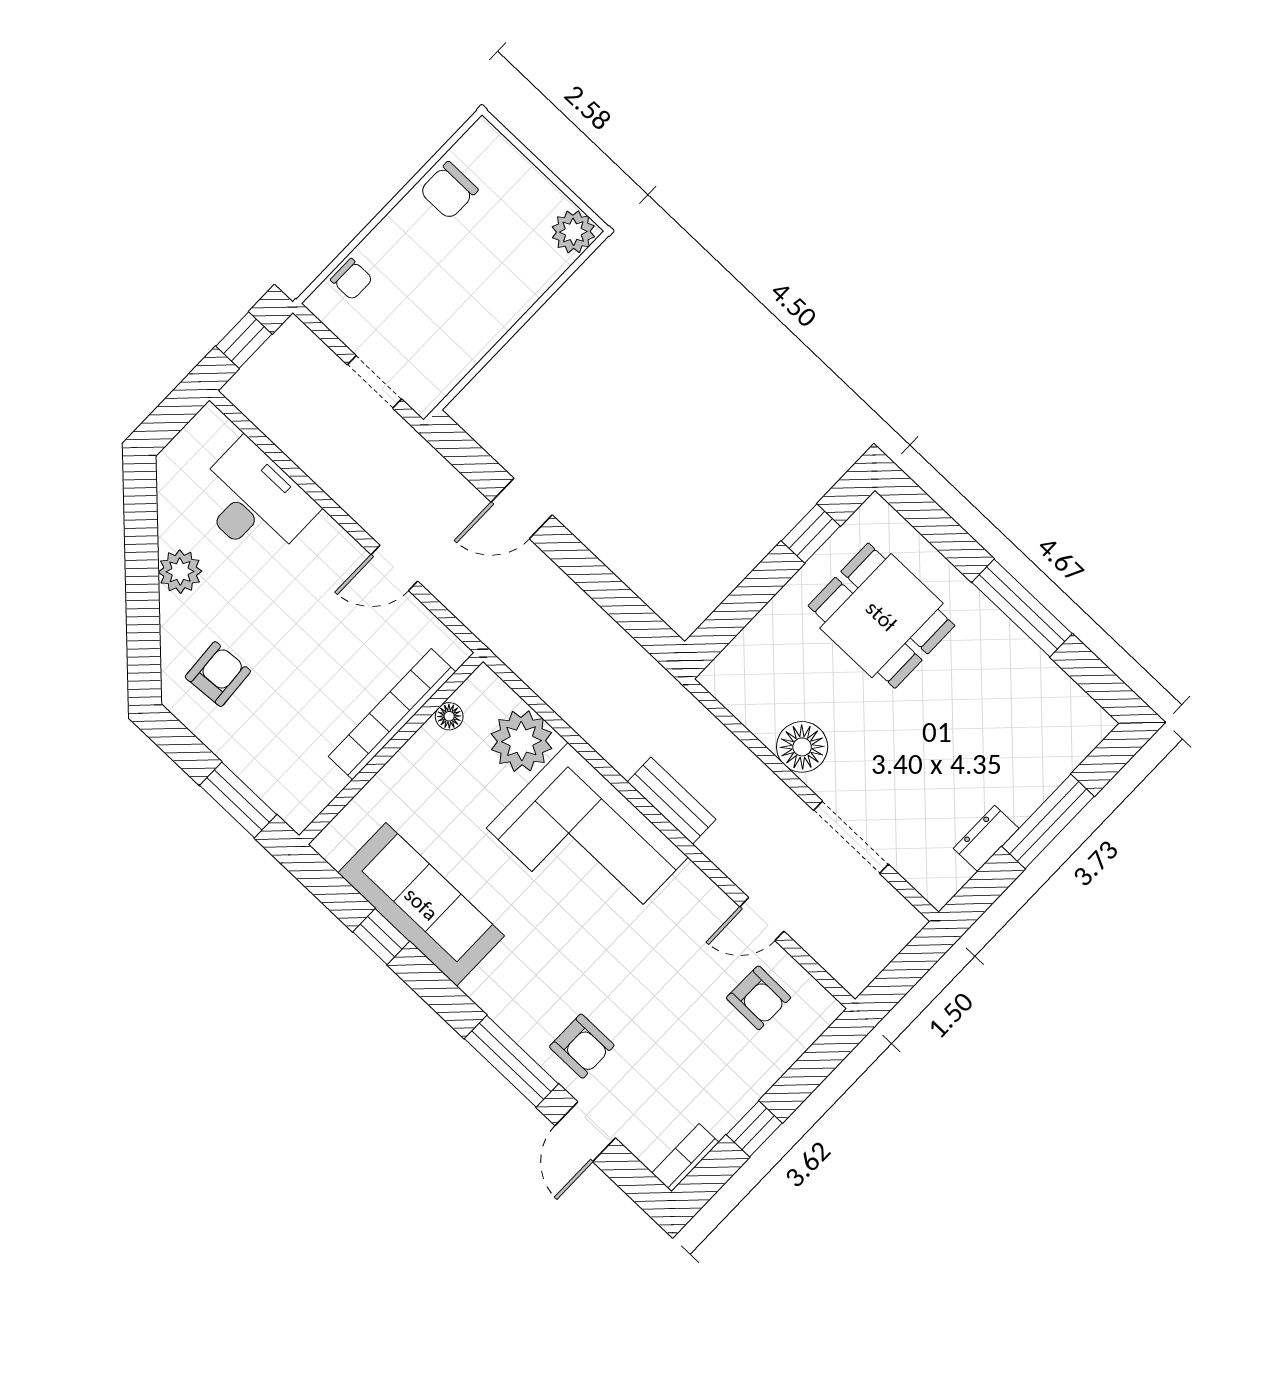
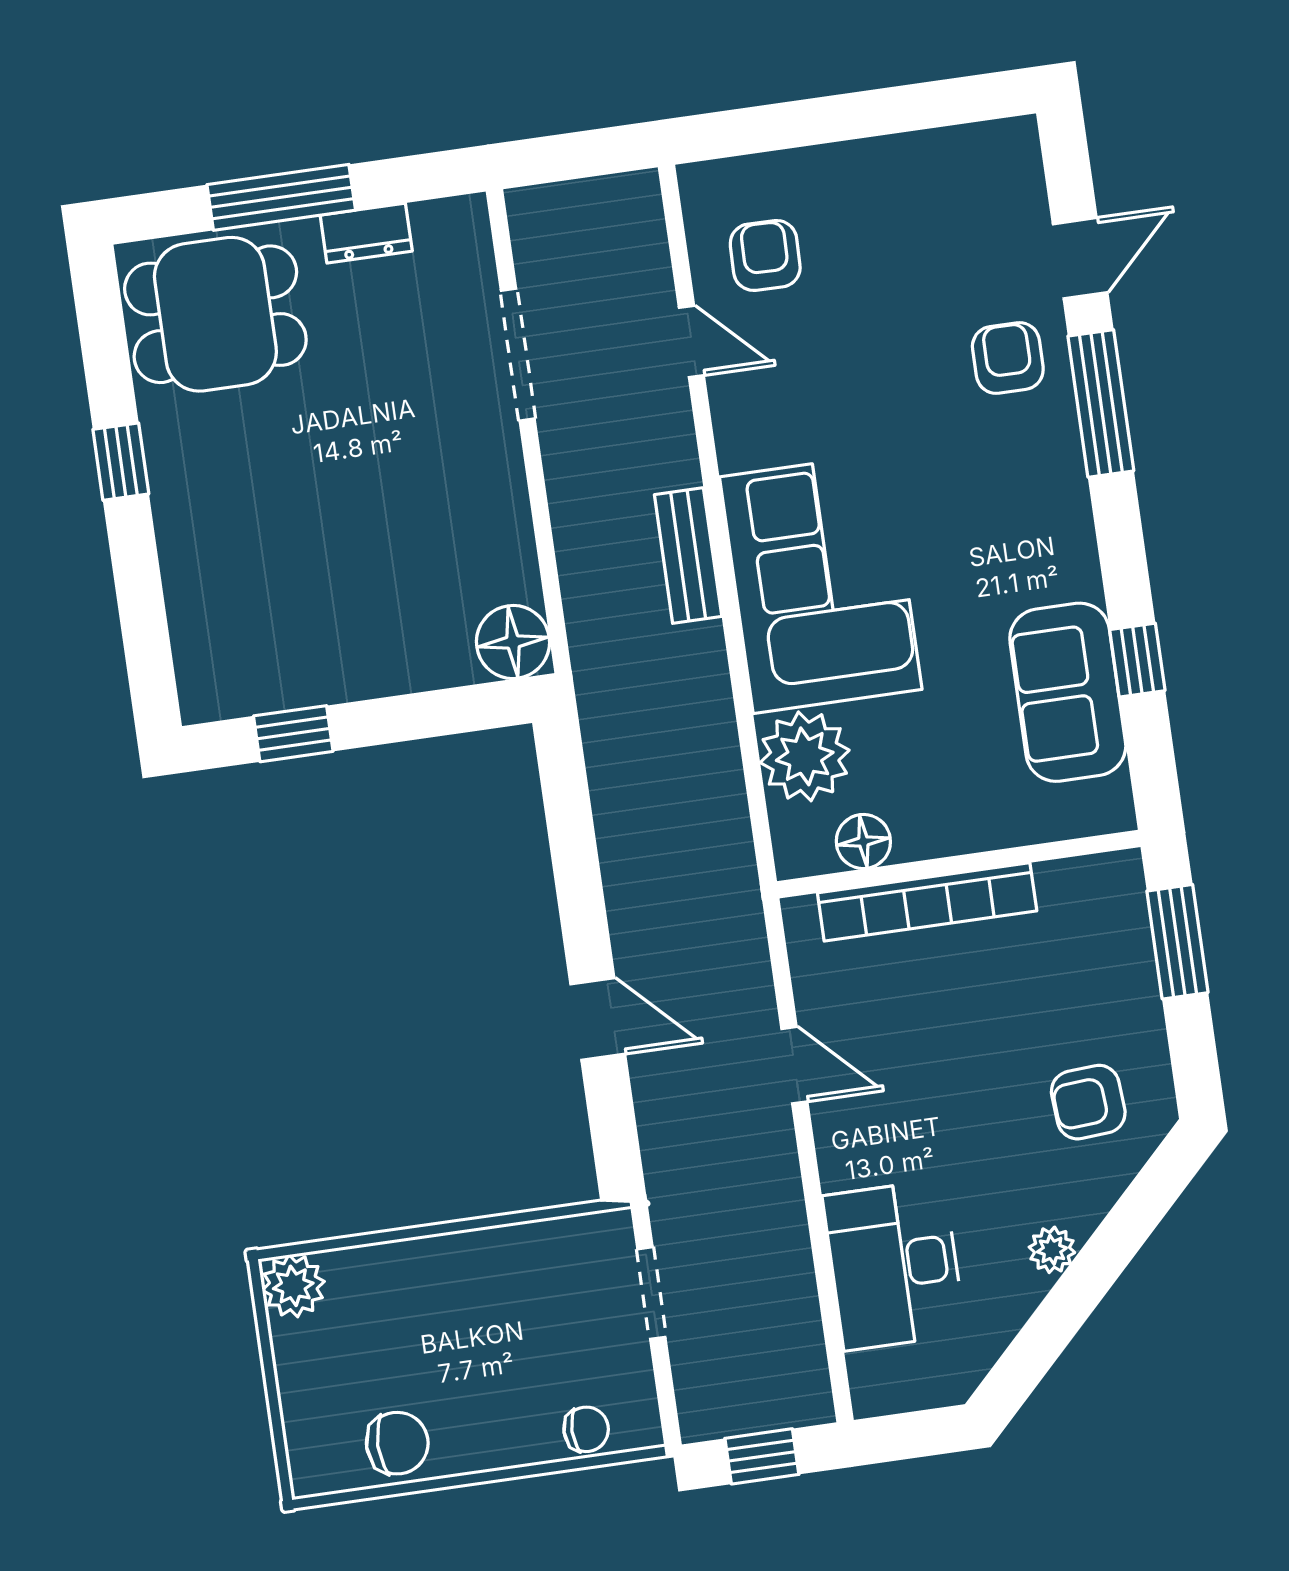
chair: (352, 279) -> (586, 1429), turned 90
plant: (180, 572) -> (1052, 1250), width x0.73, depth x0.73
window: (1022, 608) -> (121, 462), width x0.46
dining table: (881, 616) -> (215, 314), moved, turned 90
floor lamp: (449, 716) -> (863, 841), width x1.37, depth x1.37
floor lamp: (802, 747) -> (513, 642), moved
sofa: (421, 904) -> (1068, 692), width x0.73
window: (754, 1129) -> (887, 111), removed
bookcase: (685, 1158) -> (990, 140), removed

